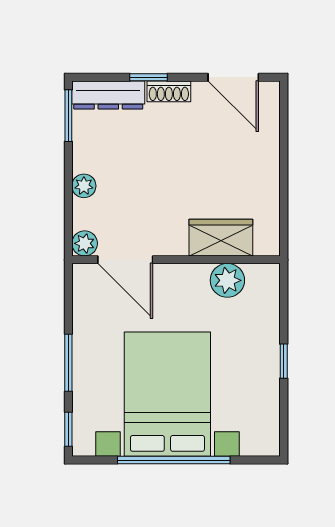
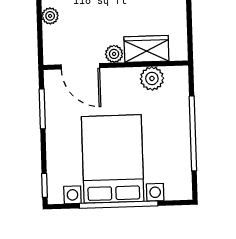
plant: (85, 243) -> (114, 54), moved
window: (284, 361) -> (193, 133), width x3.17
window: (68, 363) -> (42, 109), moved

